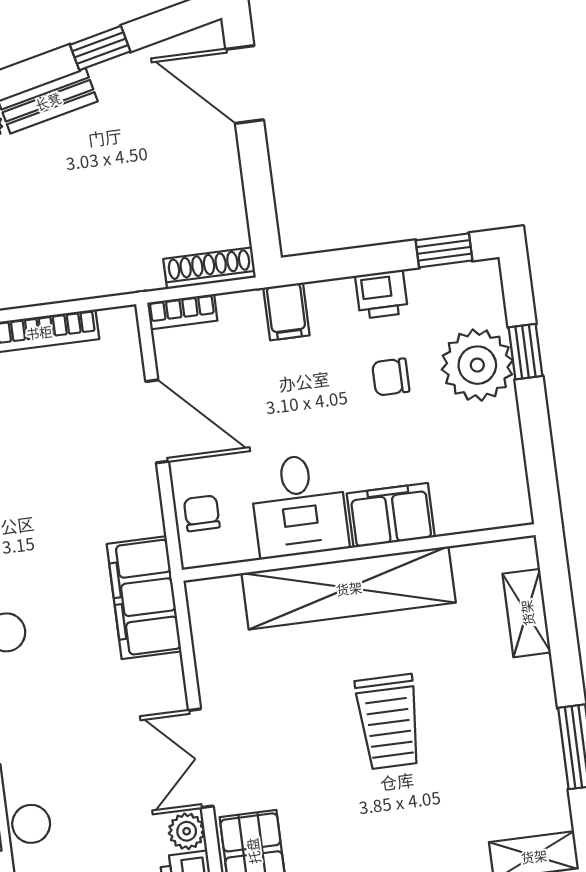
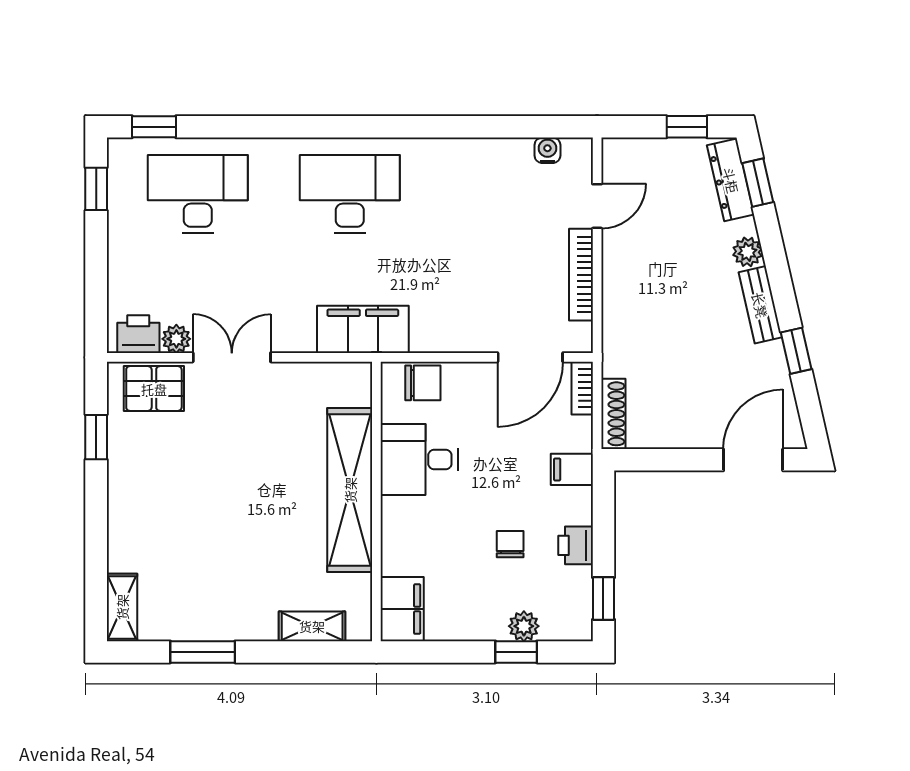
plant: (477, 365) -> (524, 626), width x0.53, depth x0.53
door: (157, 421) -> (530, 357), moved
chair: (202, 513) -> (423, 383), width x1.37, depth x1.37
filing cabinet: (391, 515) -> (402, 609), moved
trolley: (389, 722) -> (241, 508), removed

